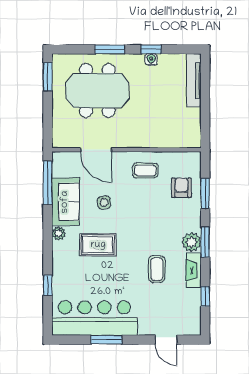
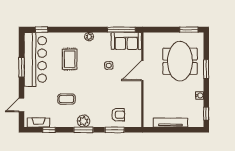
window: (151, 49) -> (206, 114), moved
tv unit: (194, 80) -> (170, 123), moved
door: (96, 150) -> (142, 71), moved
coffee table: (145, 170) -> (129, 92), removed
sofa: (65, 202) -> (126, 41), moved
rug: (98, 245) -> (70, 59), moved
fireplace: (194, 270) -> (38, 122), moved
window: (48, 285) -> (41, 30), moved

